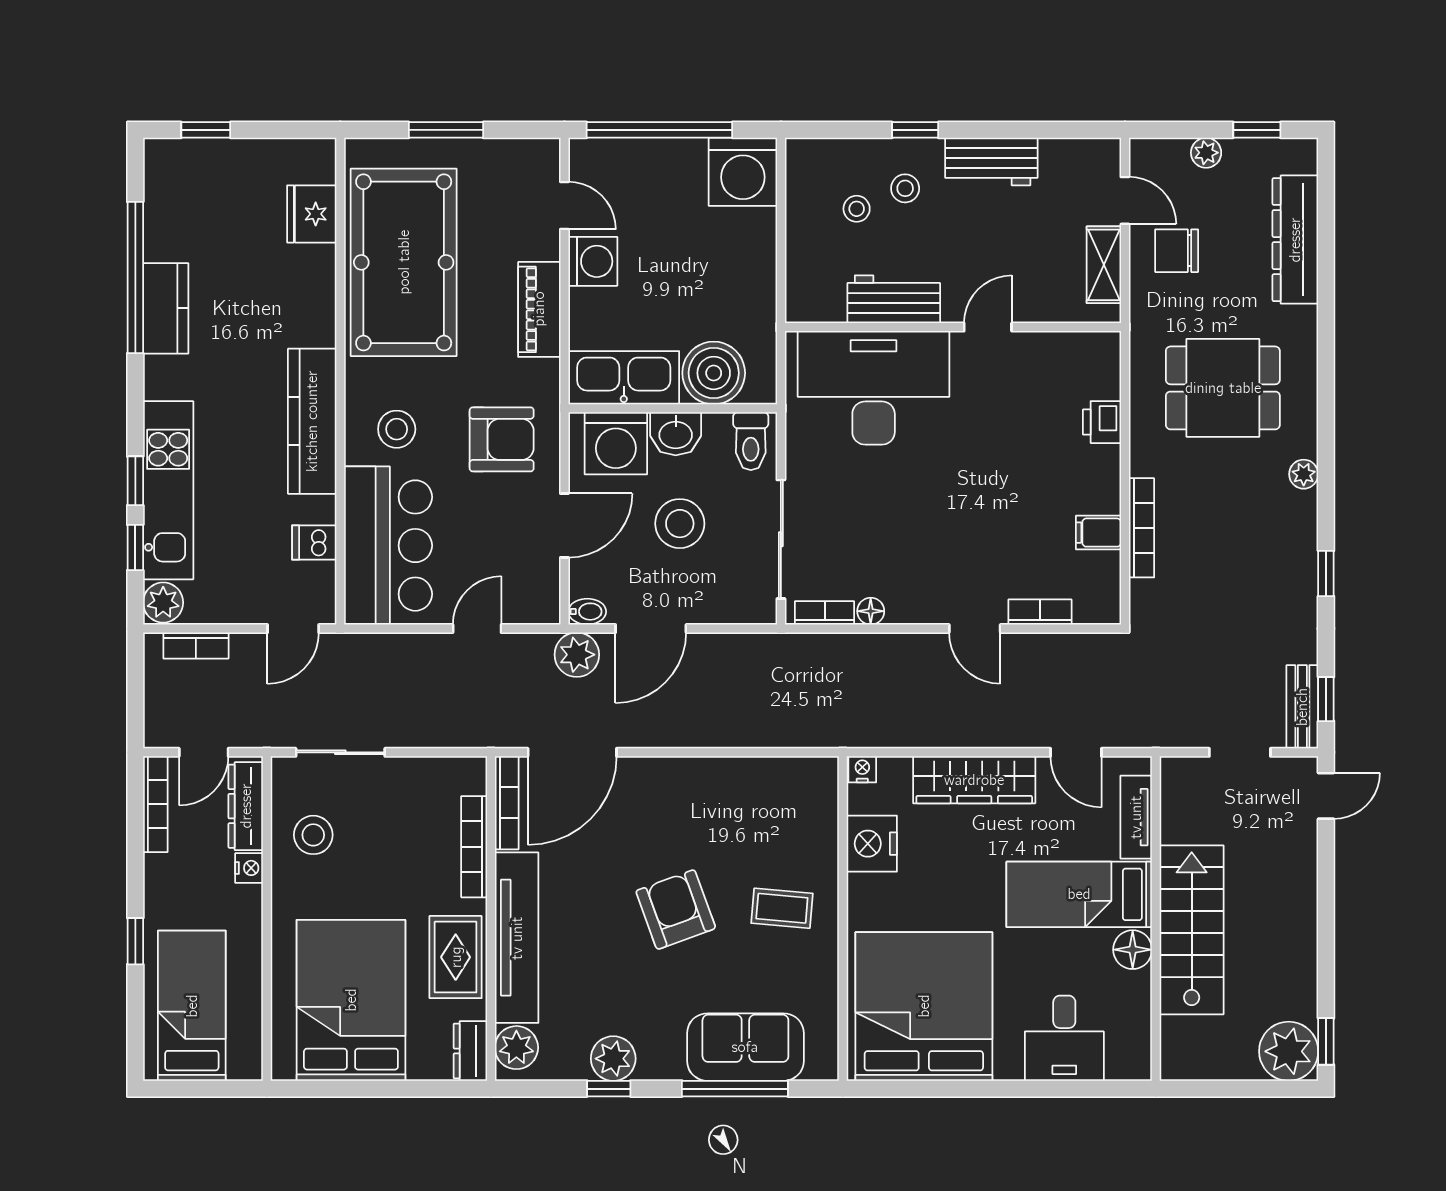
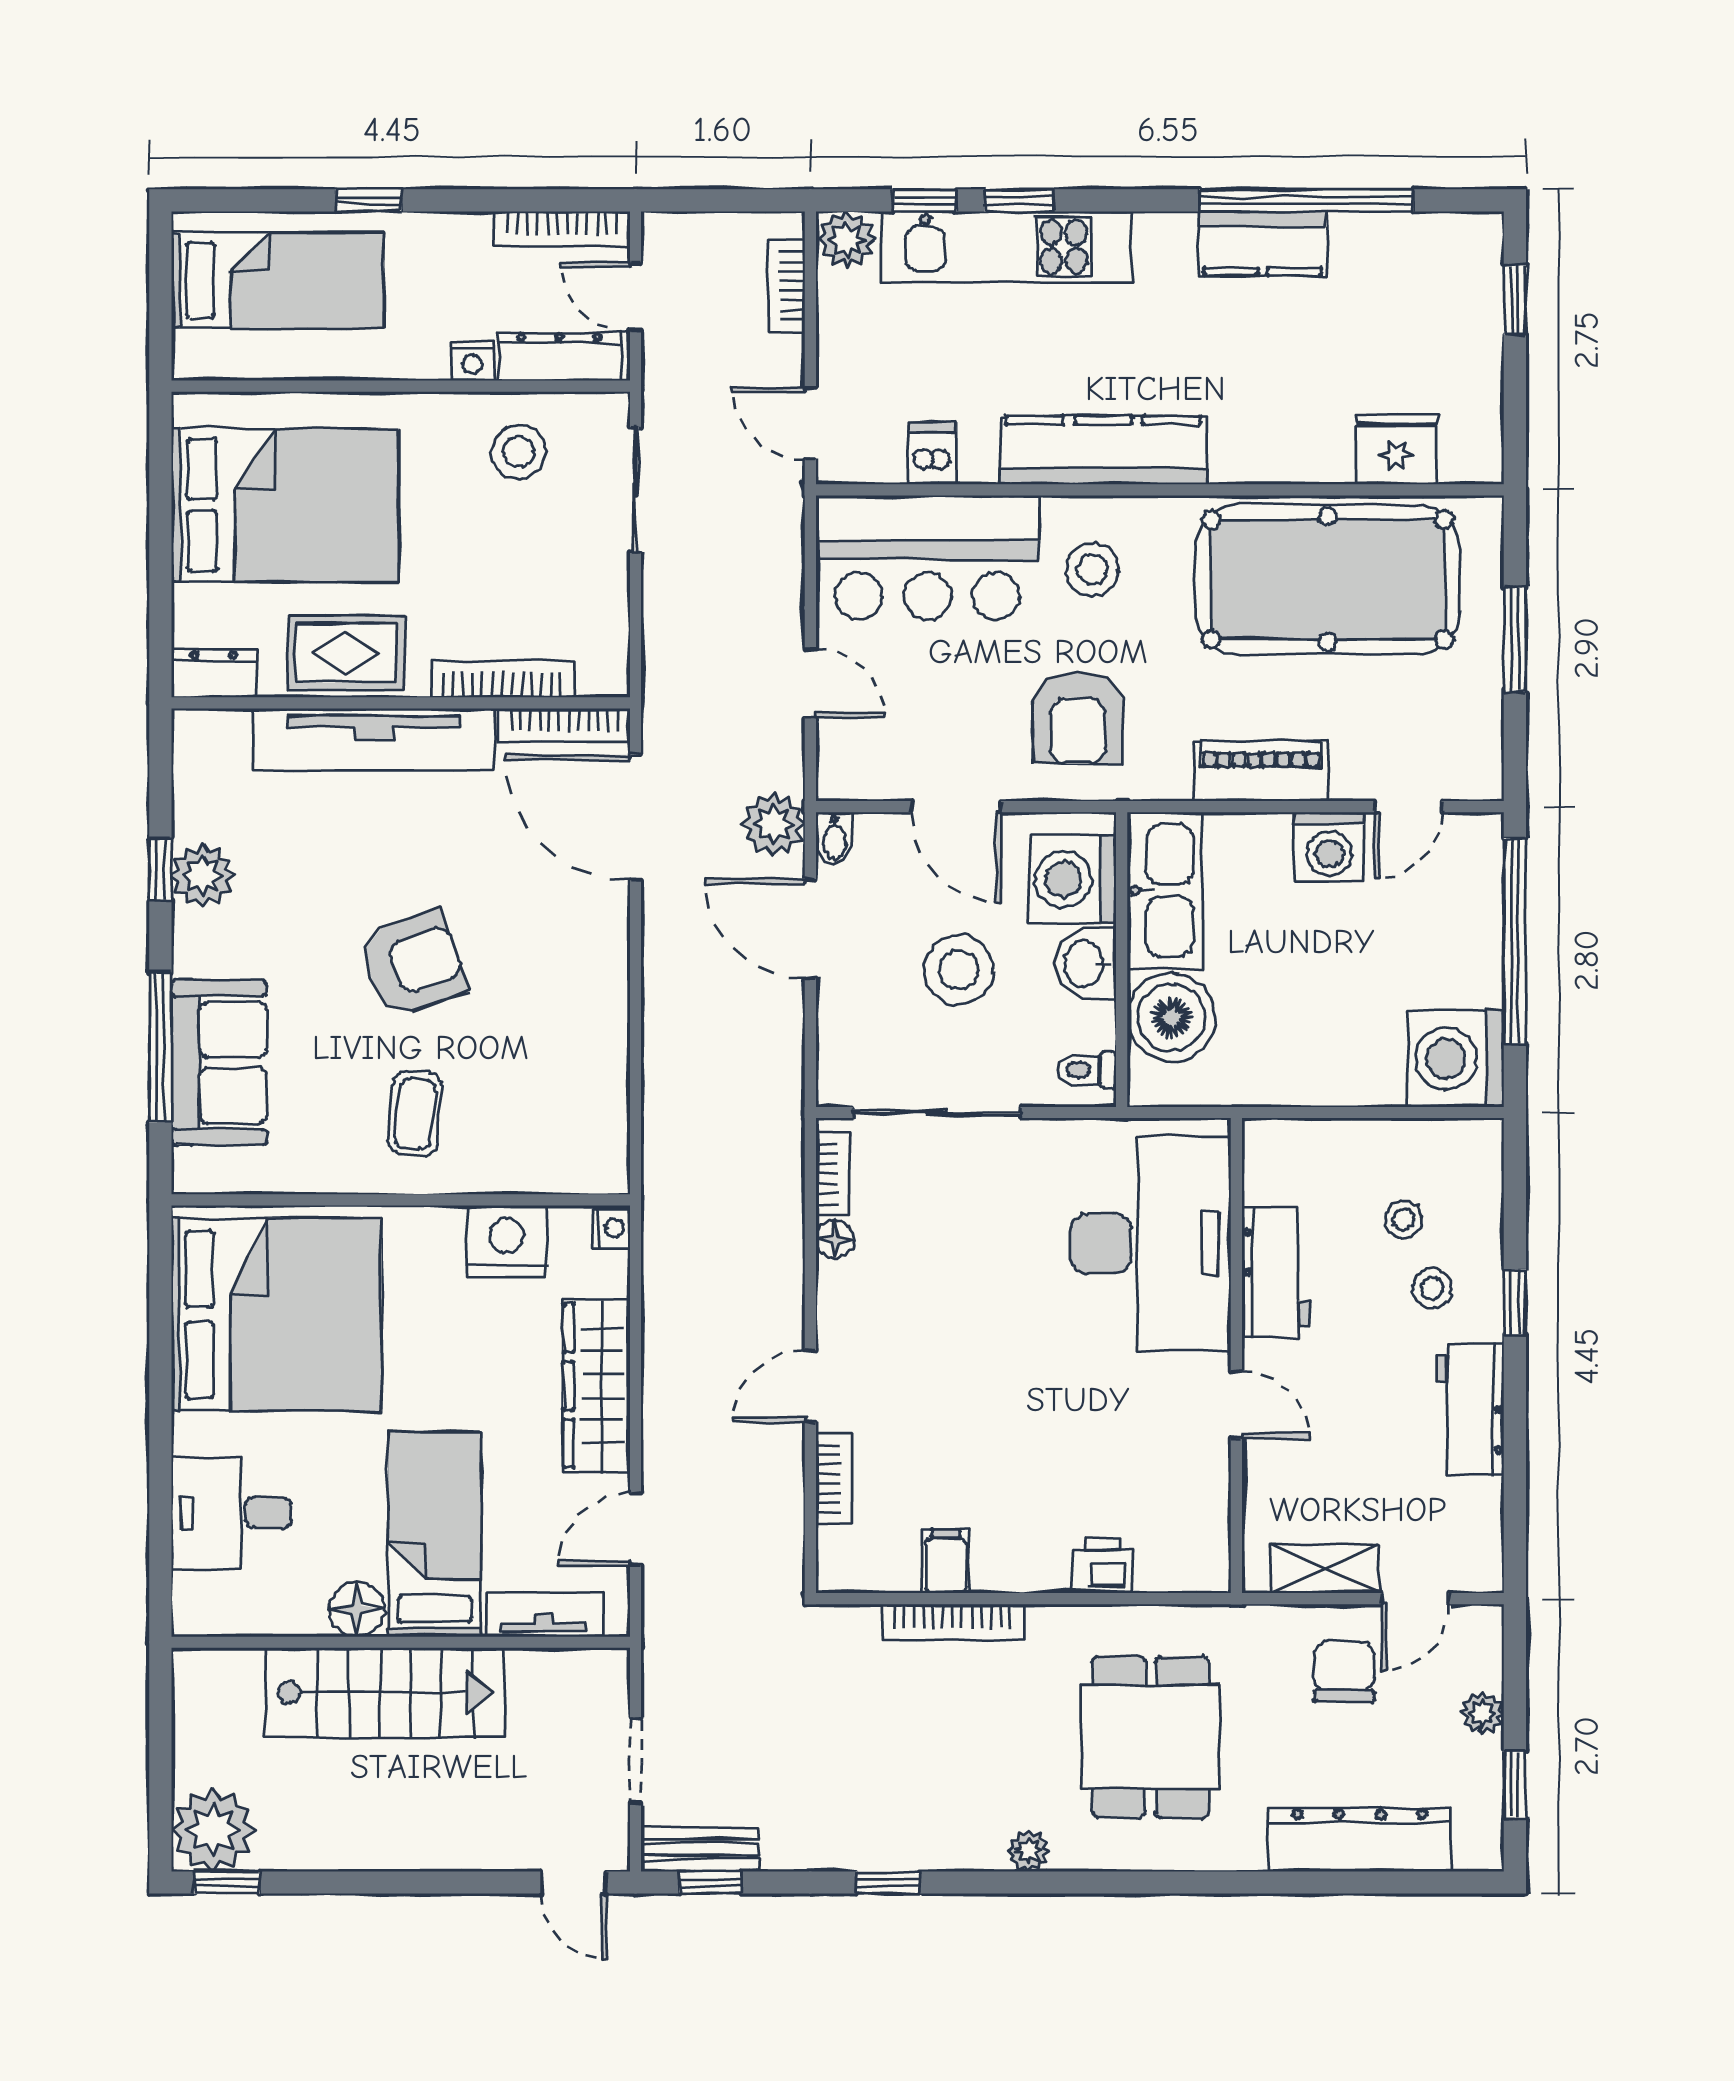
toilet: (751, 441) -> (1087, 1070), width x0.73, depth x0.72
plant: (516, 1048) -> (218, 739), removed

